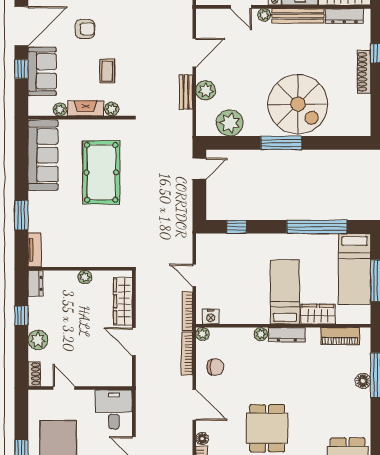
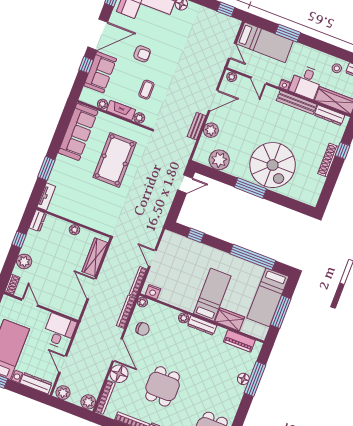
plant: (264, 15) -> (232, 77), moved
floor lamp: (202, 439) -> (119, 374), width x1.89, depth x1.89

